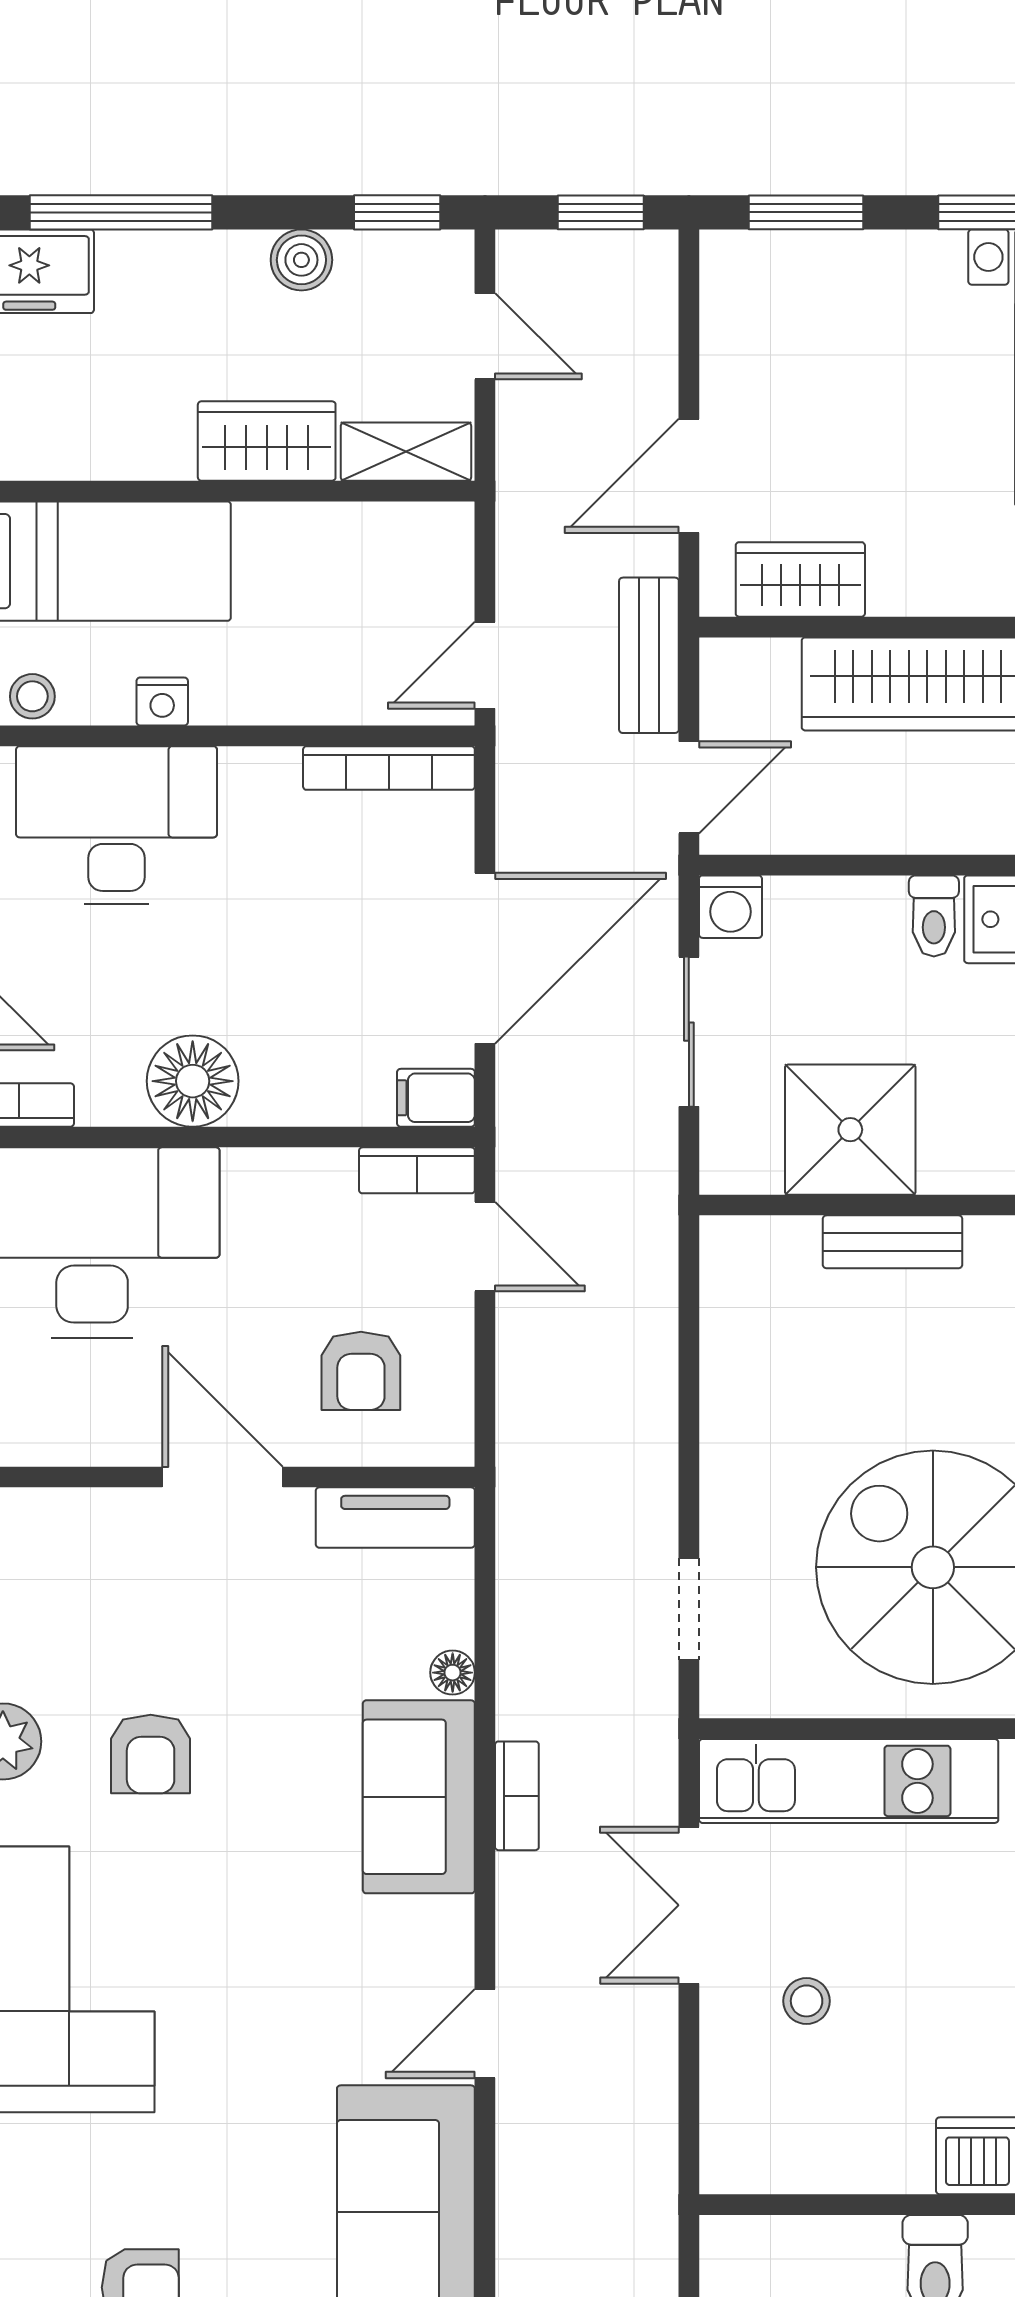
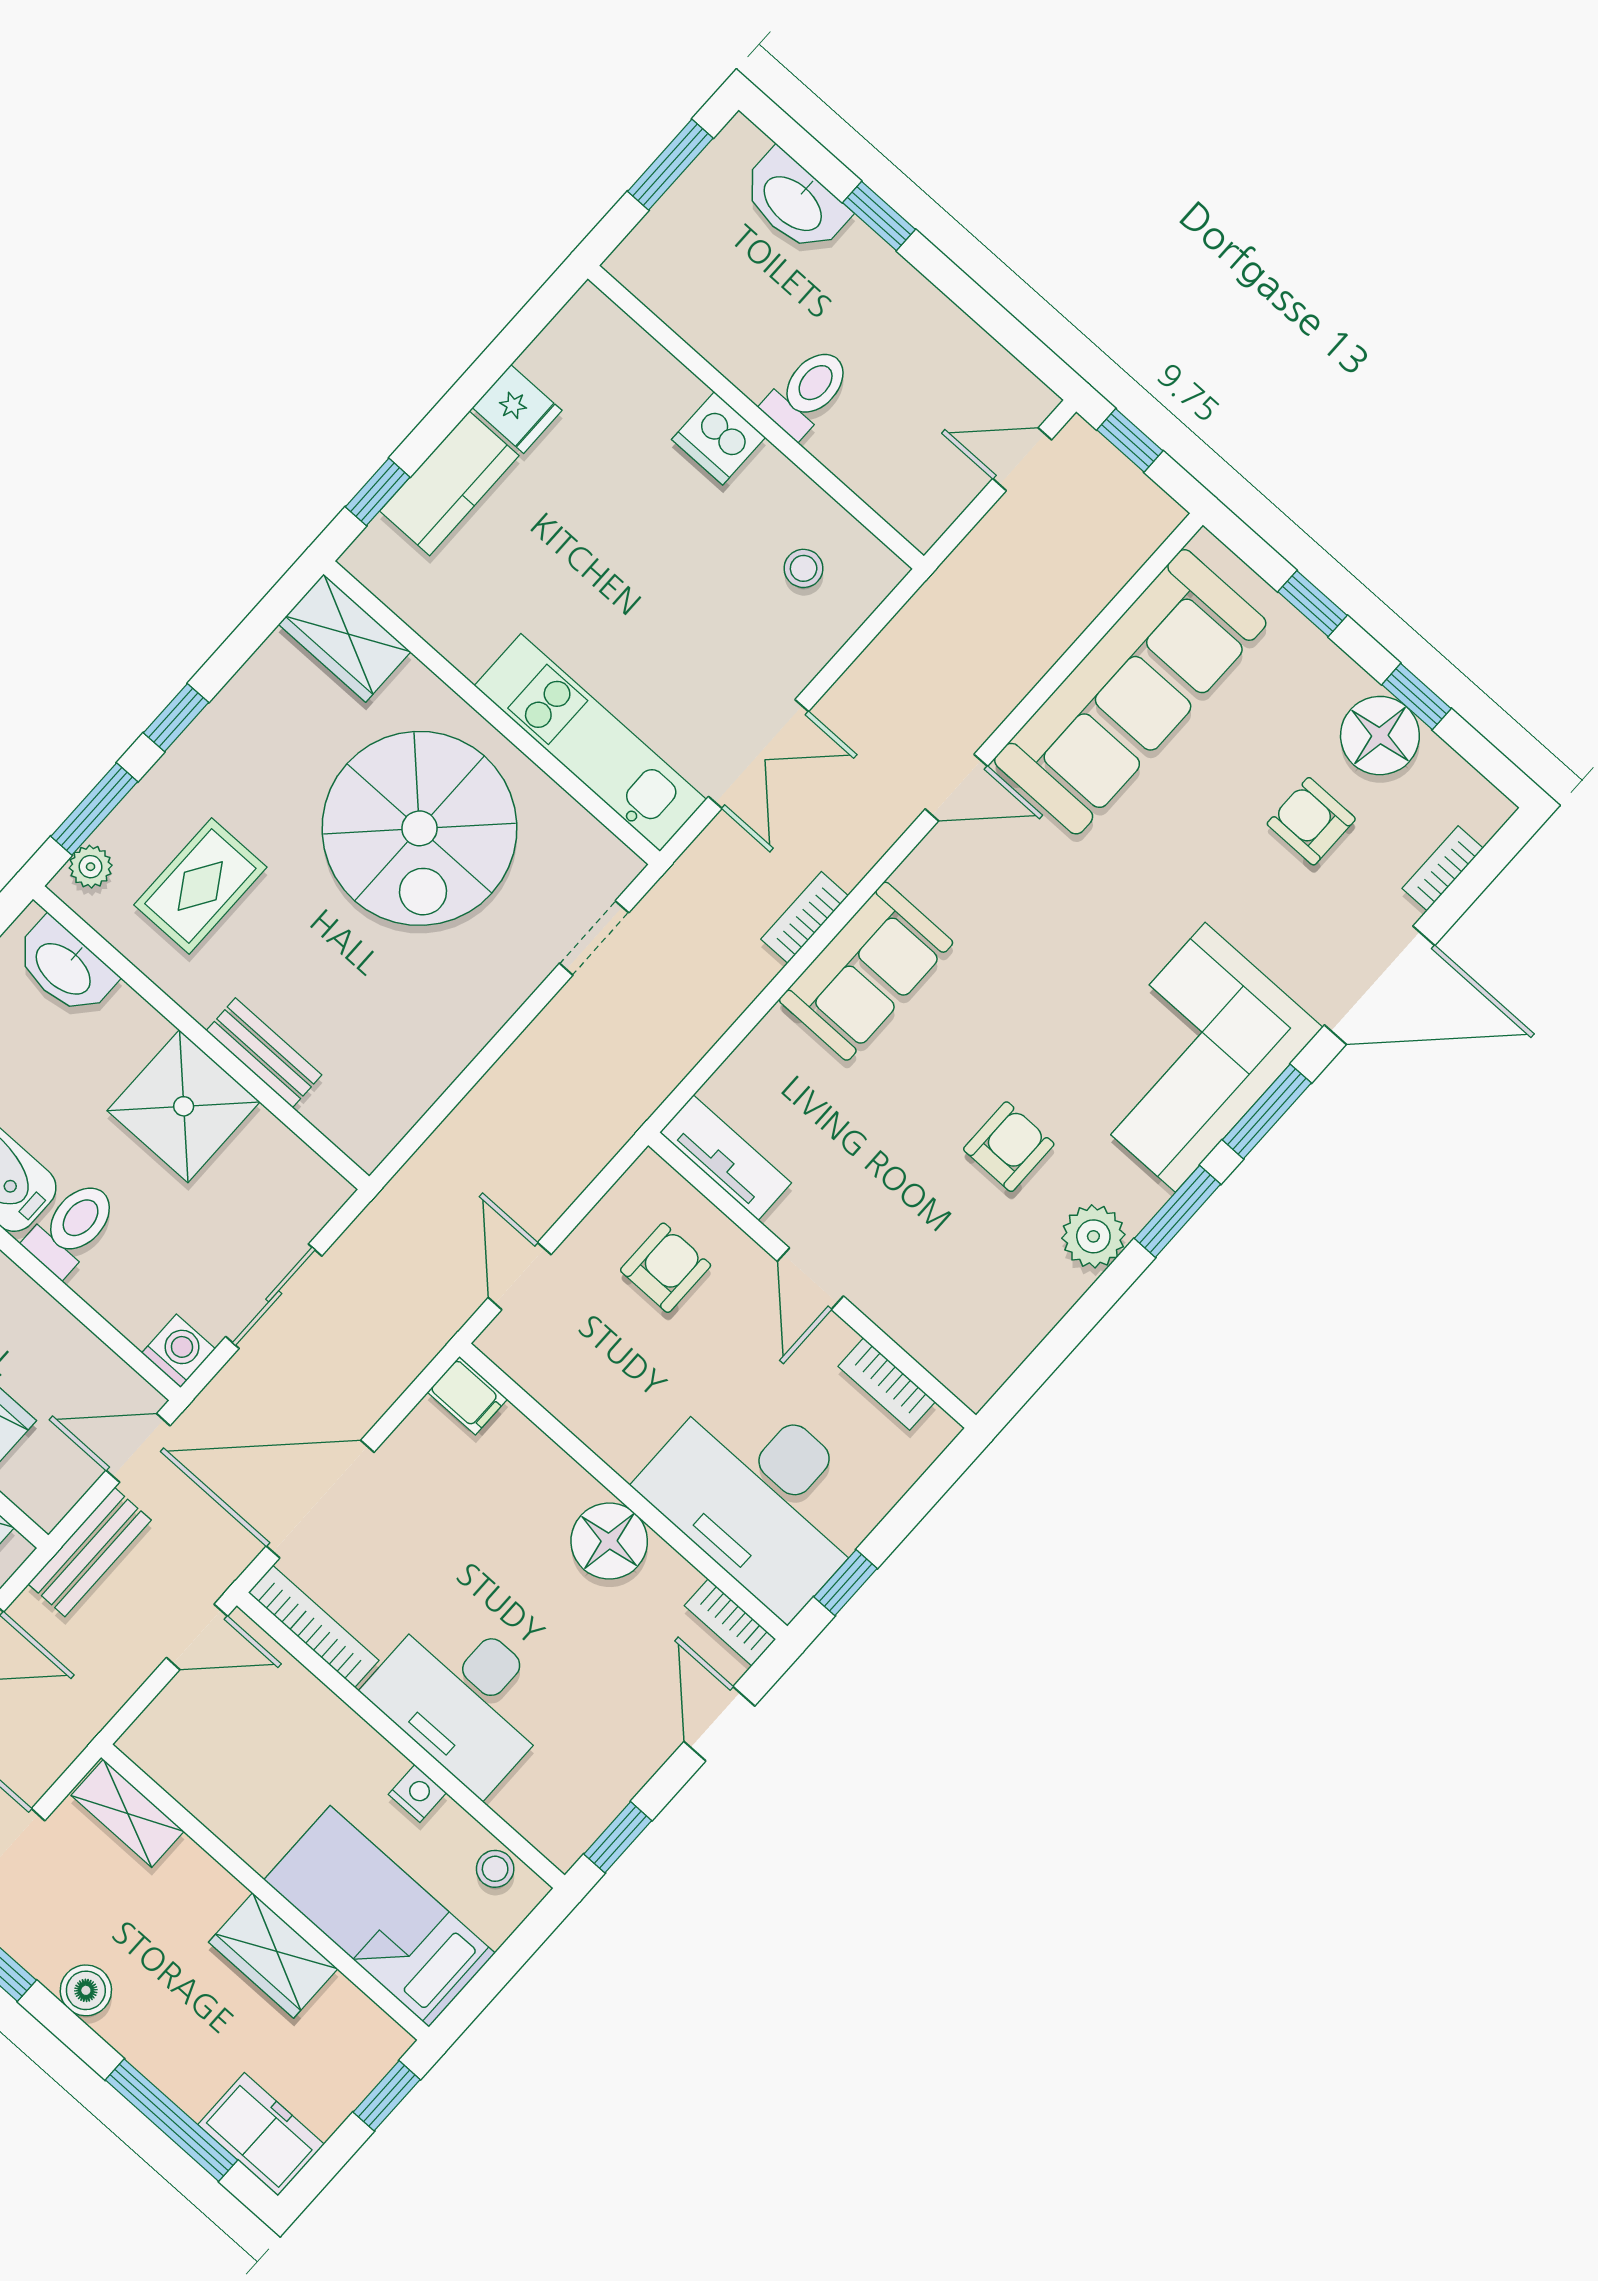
wardrobe: (267, 441) -> (273, 1955), moved
desk: (116, 825) -> (464, 1697), moved
toilet: (934, 916) -> (72, 1228), width x1.37, depth x1.39
door: (485, 958) -> (320, 1499), moved
shower: (850, 1130) -> (184, 1106), moved
bookcase: (417, 1170) -> (887, 1384), moved, turned 180
door: (222, 1477) -> (810, 1279), width x0.73
floor lamp: (453, 1673) -> (776, 1030), removed
stool: (807, 2001) -> (804, 568), moved

